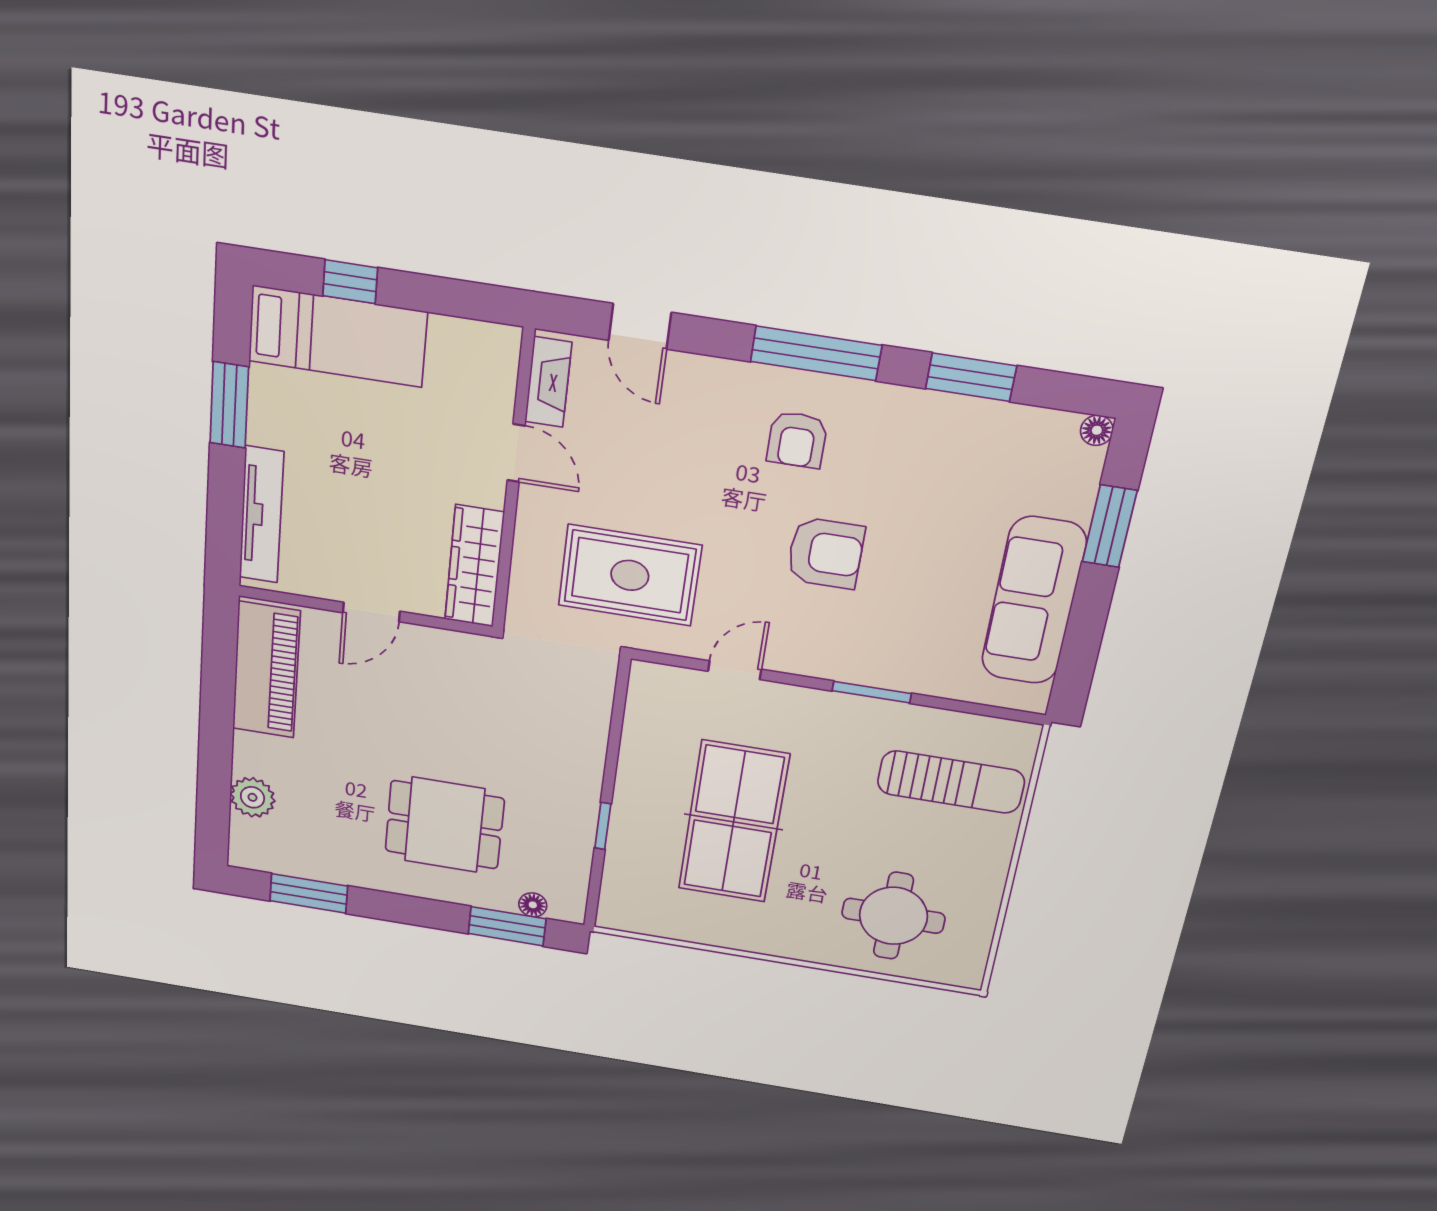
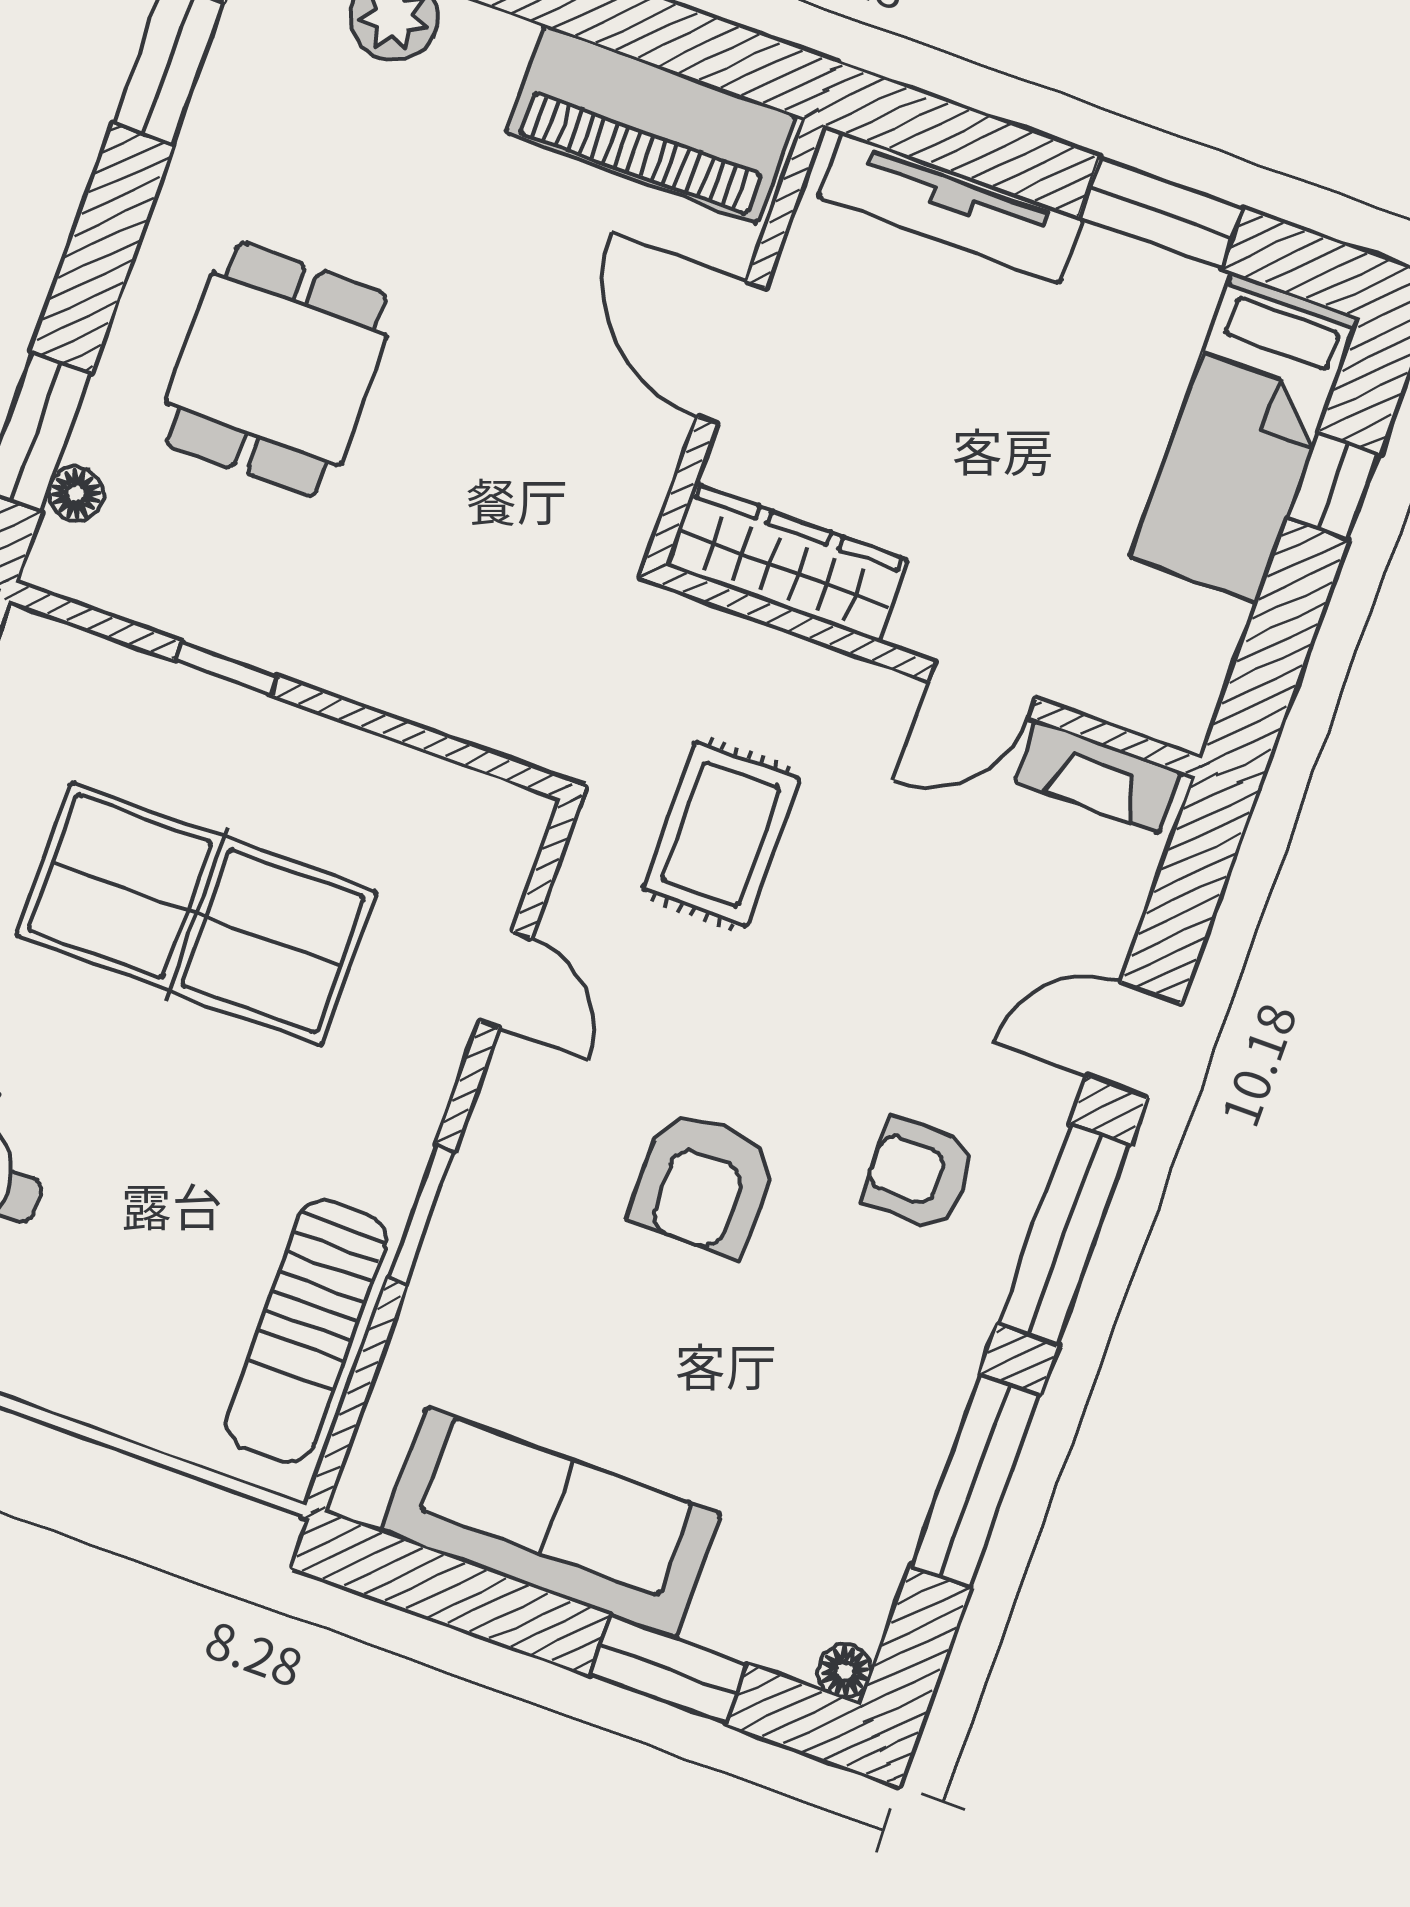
door: (640, 326) -> (1134, 1040), moved
window: (971, 377) -> (975, 1480), width x1.44
rug: (630, 575) -> (721, 834), width x0.73, depth x0.70
door: (371, 612) -> (732, 352), width x1.38
sun lounger: (951, 782) -> (306, 1331), moved

